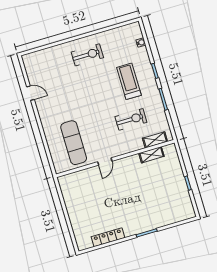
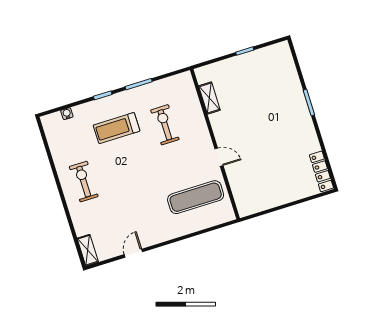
shelving: (155, 140) -> (88, 250), moved
locker: (108, 237) -> (321, 171), moved

